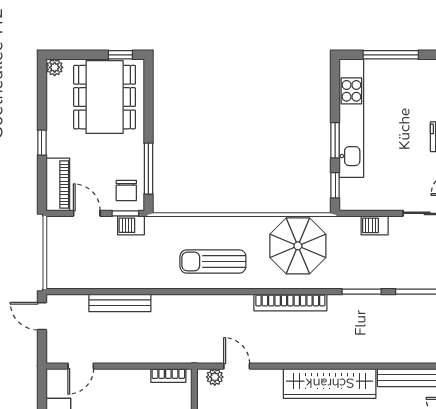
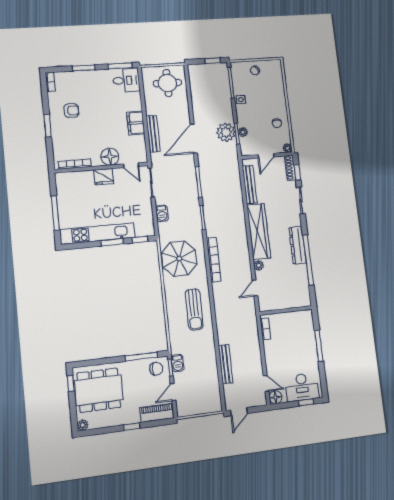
plant: (215, 377) -> (259, 265), moved
floor lamp: (57, 379) -> (276, 397), added

